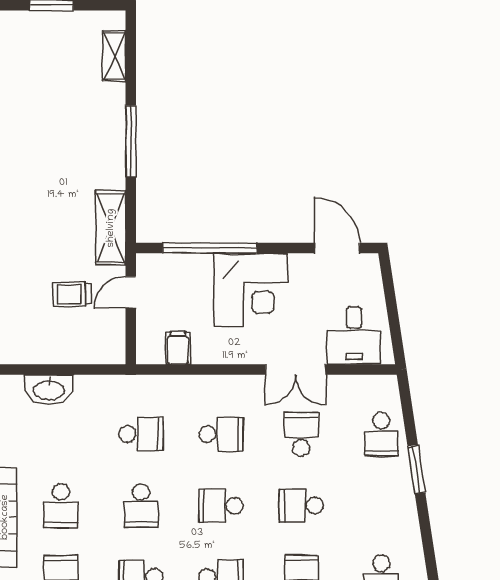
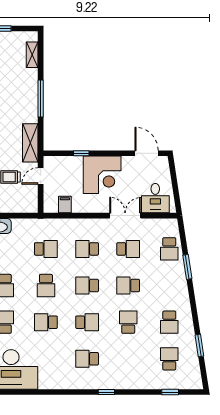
window: (210, 248) -> (81, 153), width x0.32
double door: (296, 369) -> (125, 216), swing flipped
school desk: (221, 434) -> (87, 249), turned 180
school desk: (301, 434) -> (128, 249), turned 90

